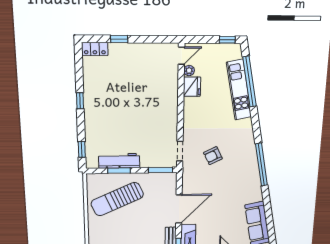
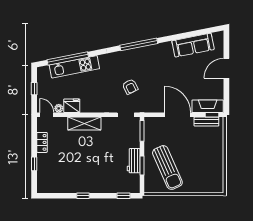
window: (227, 40) -> (34, 89), moved
locker: (95, 49) -> (42, 142), moved
shelving: (170, 102) -> (84, 123), added
workbench: (119, 161) -> (134, 161), width x0.73

